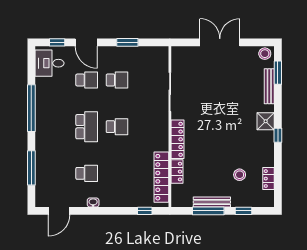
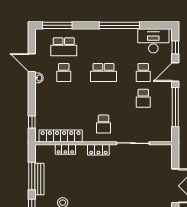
window: (127, 42) -> (175, 107), width x2.11
desk: (49, 63) -> (153, 41), width x1.37
school desk: (117, 127) -> (104, 124), moved
locker: (177, 139) -> (98, 150), width x0.66
window: (31, 168) -> (57, 25), moved
school desk: (56, 173) -> (64, 47), added
door: (59, 211) -> (32, 63), moved

